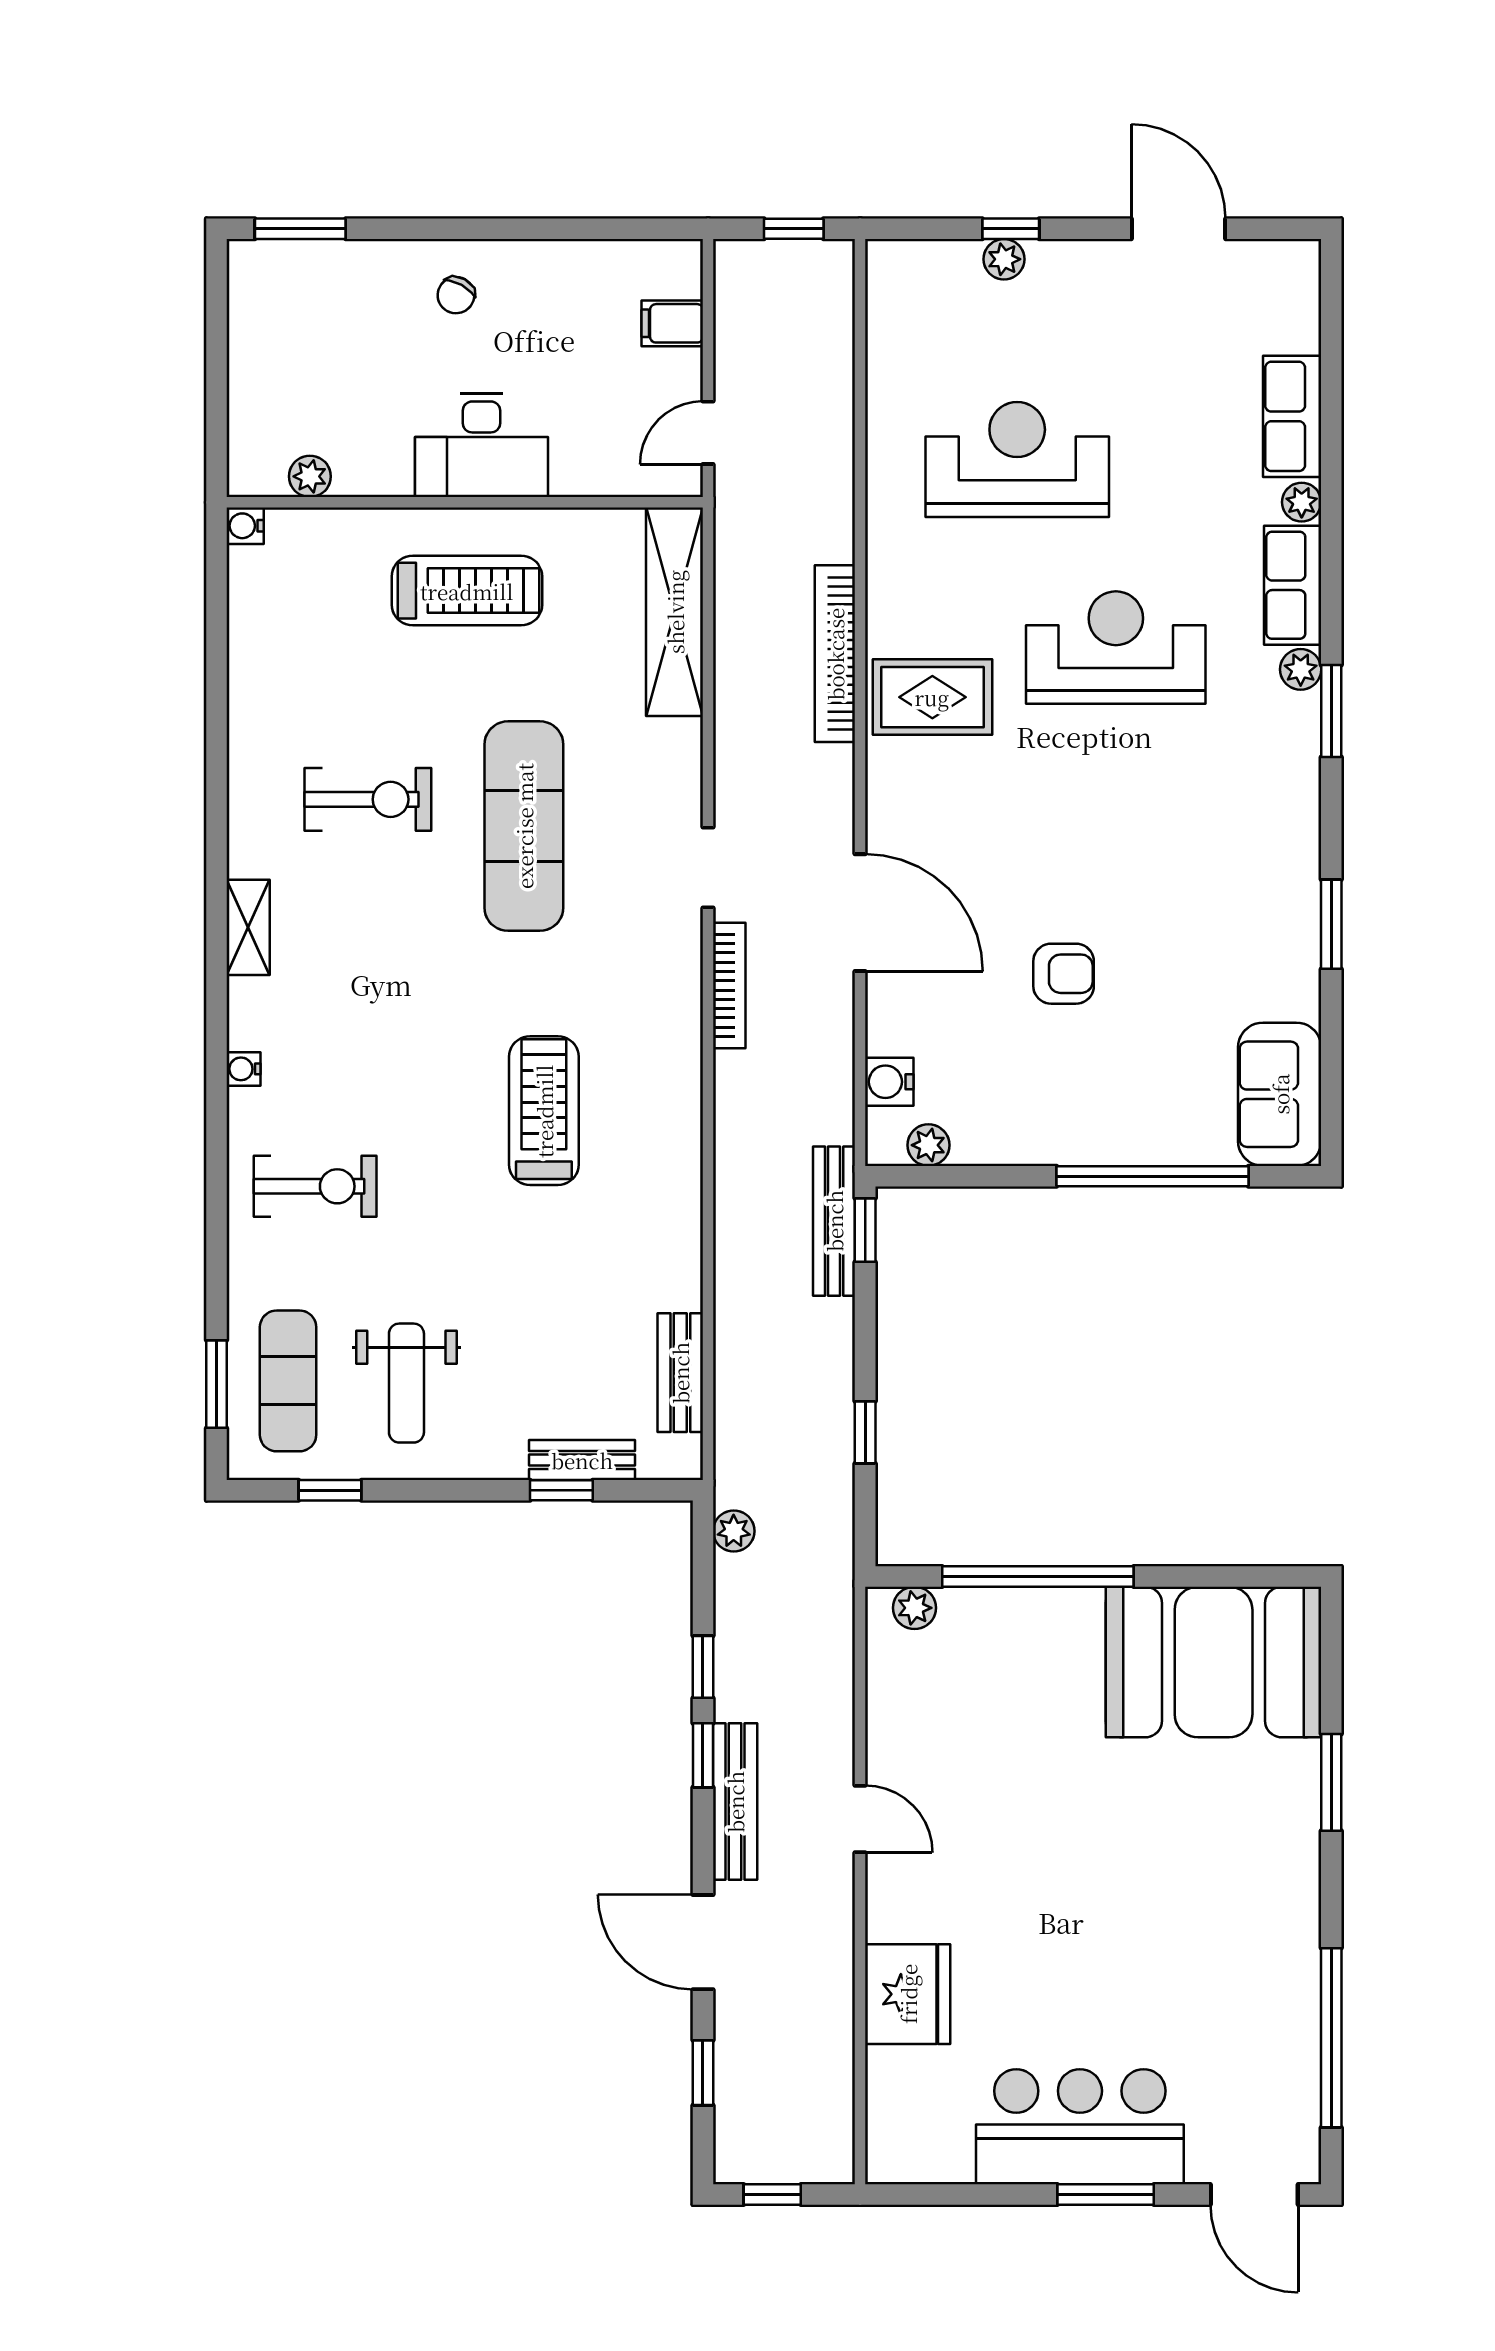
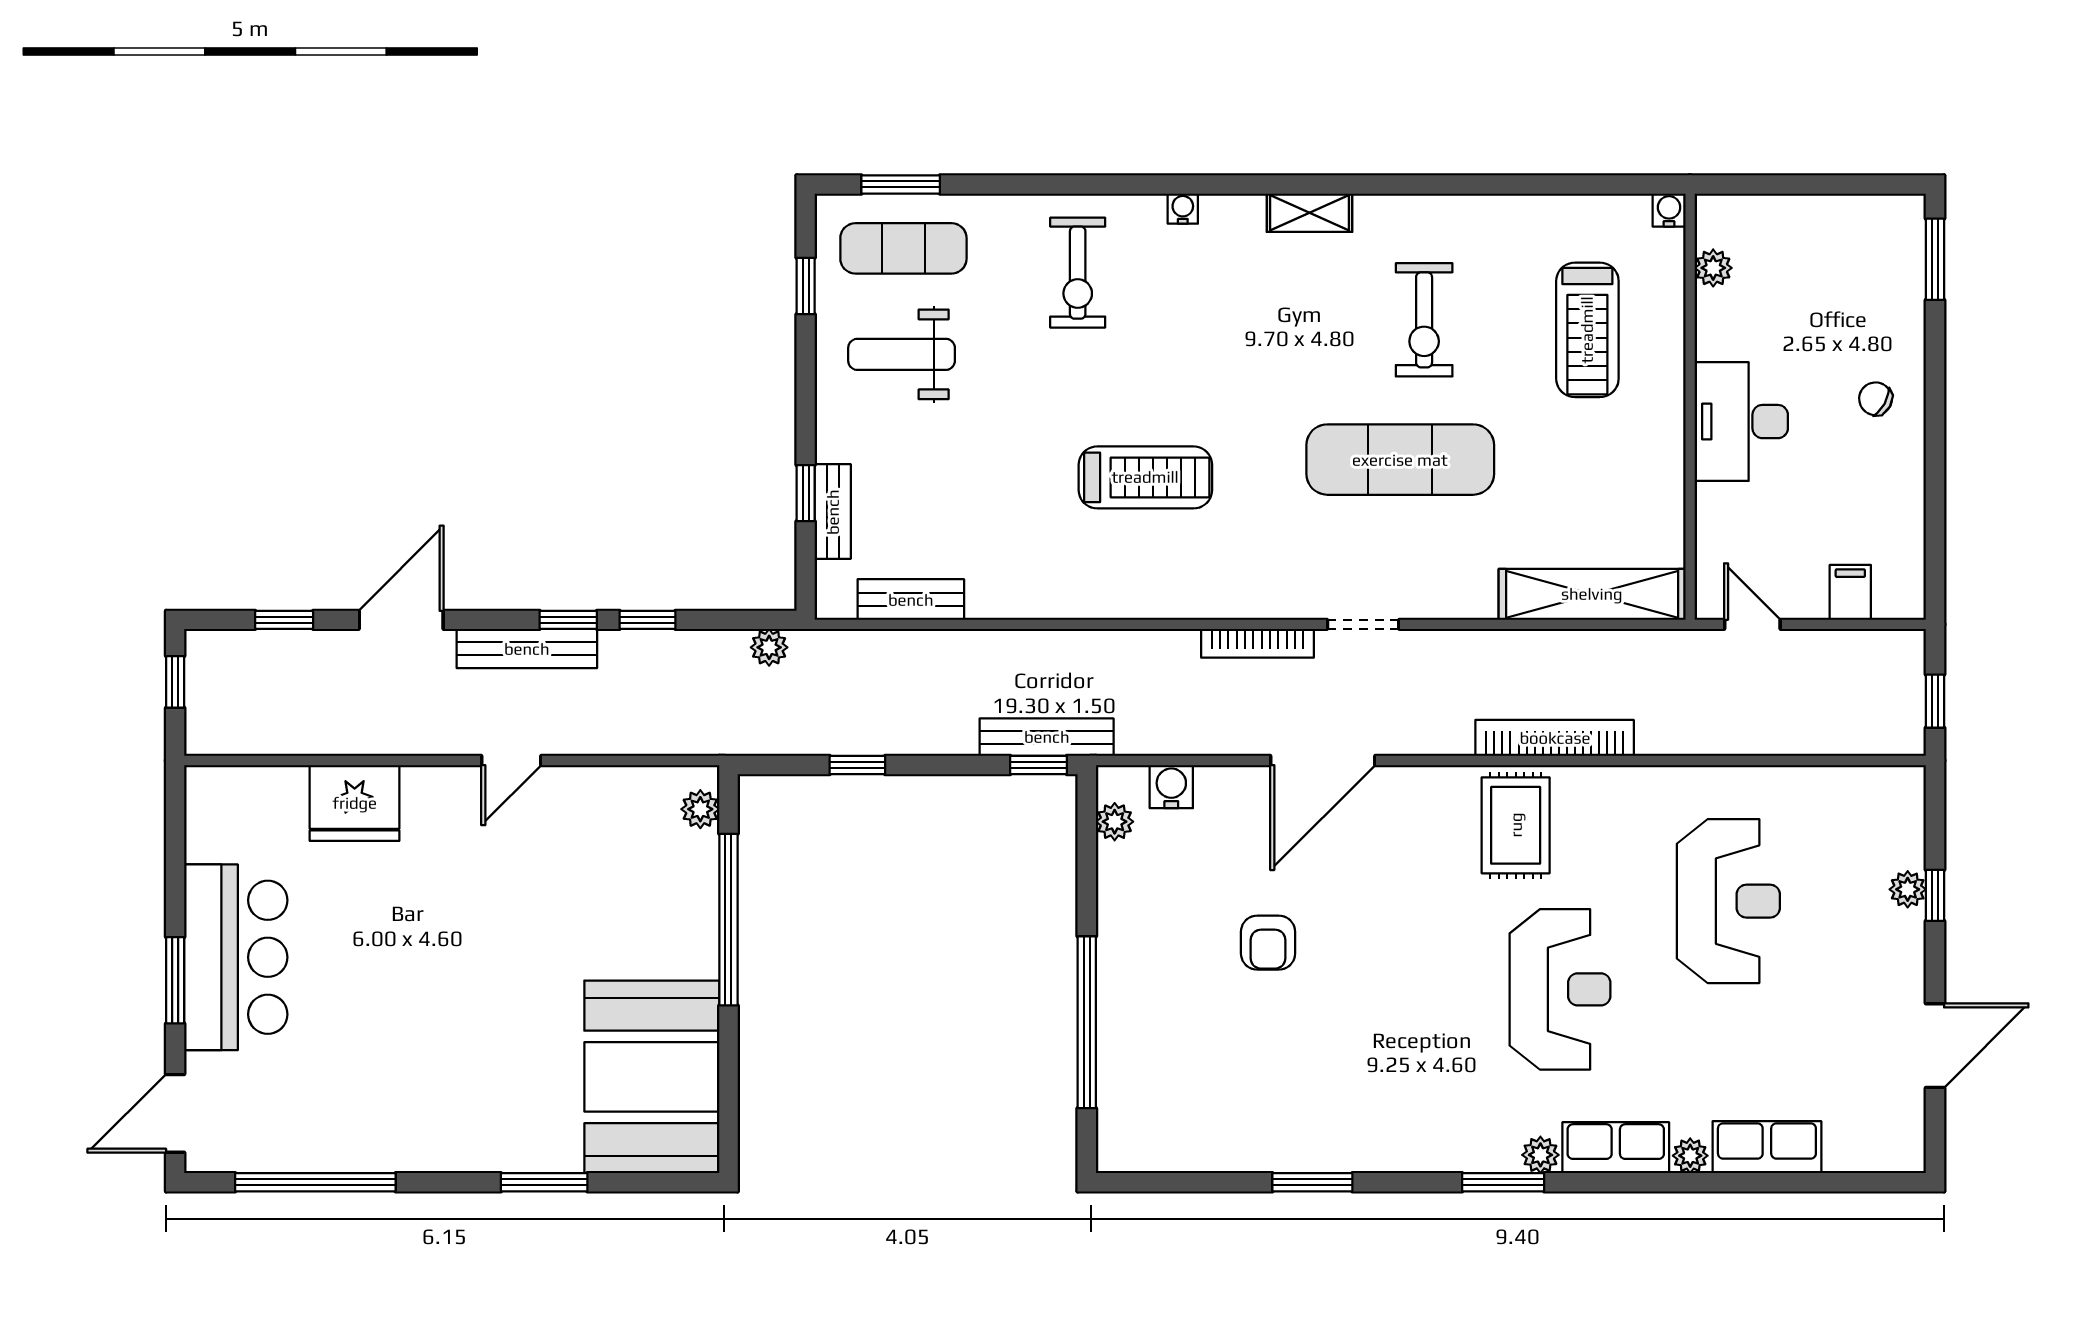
treadmill: (467, 591) -> (1587, 330), moved
sofa: (1280, 1094) -> (1160, 1136), removed

